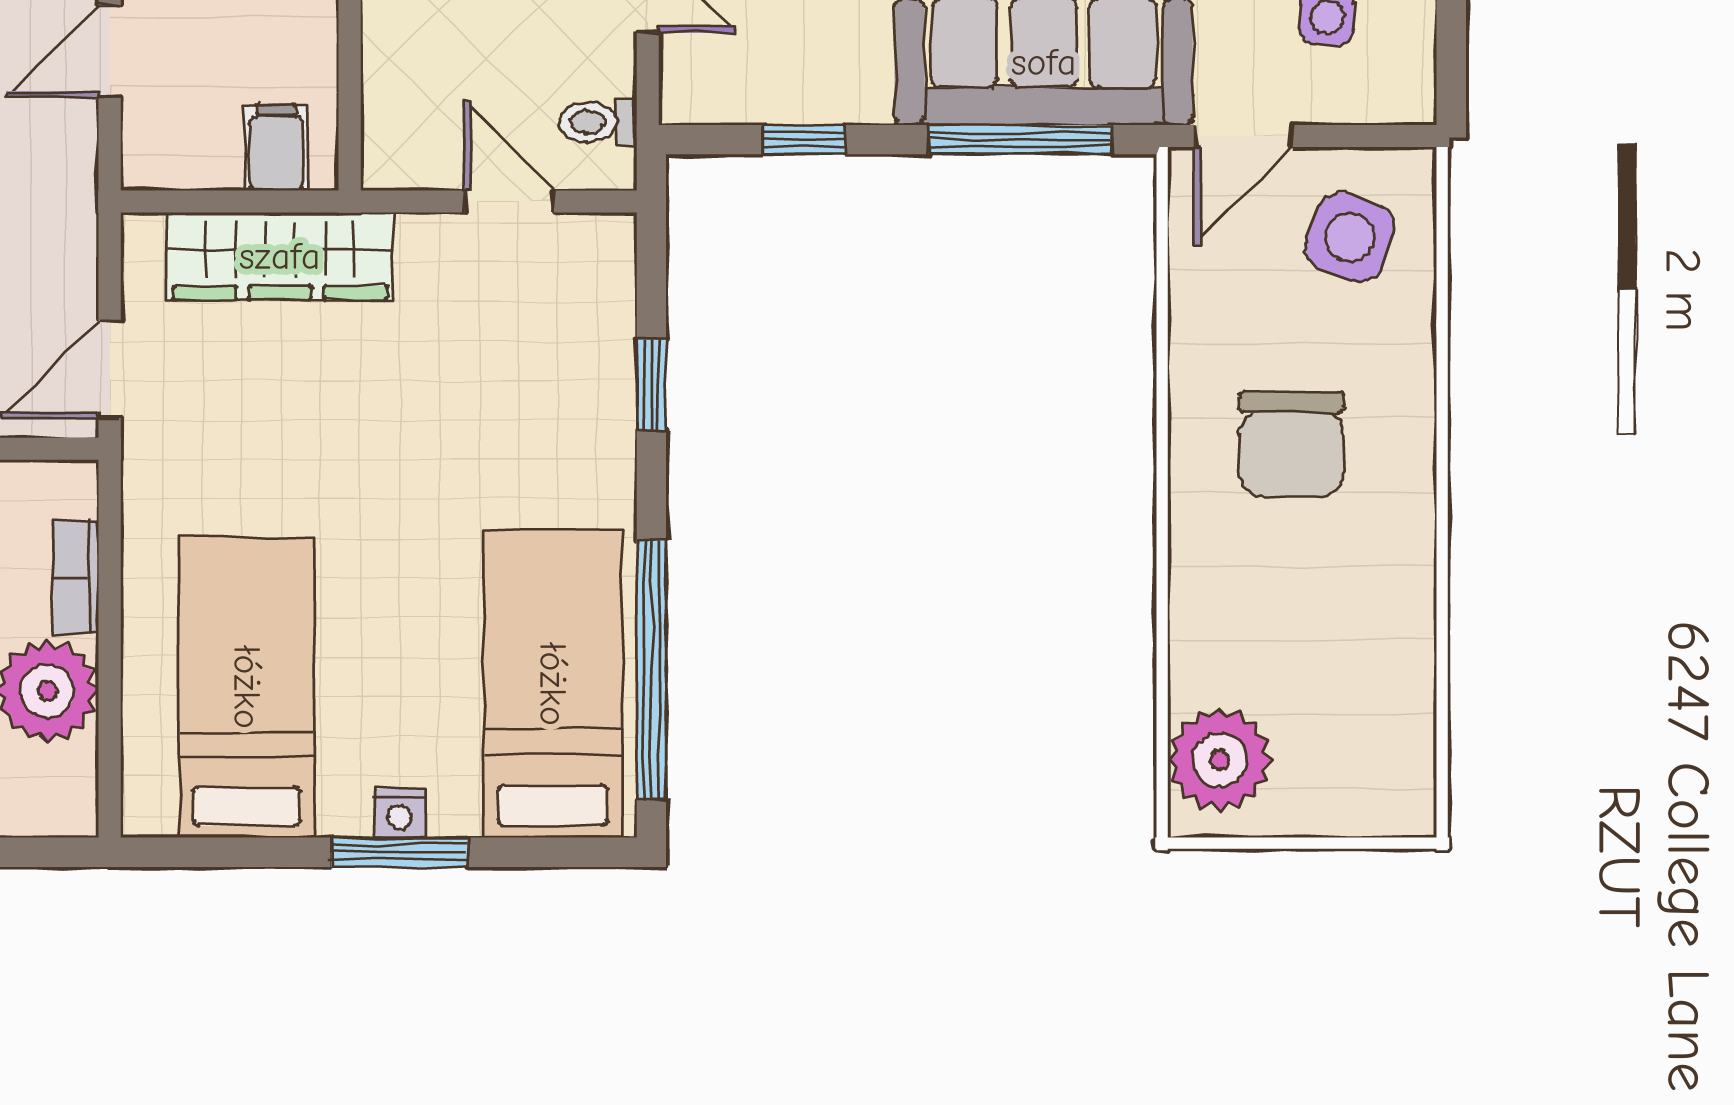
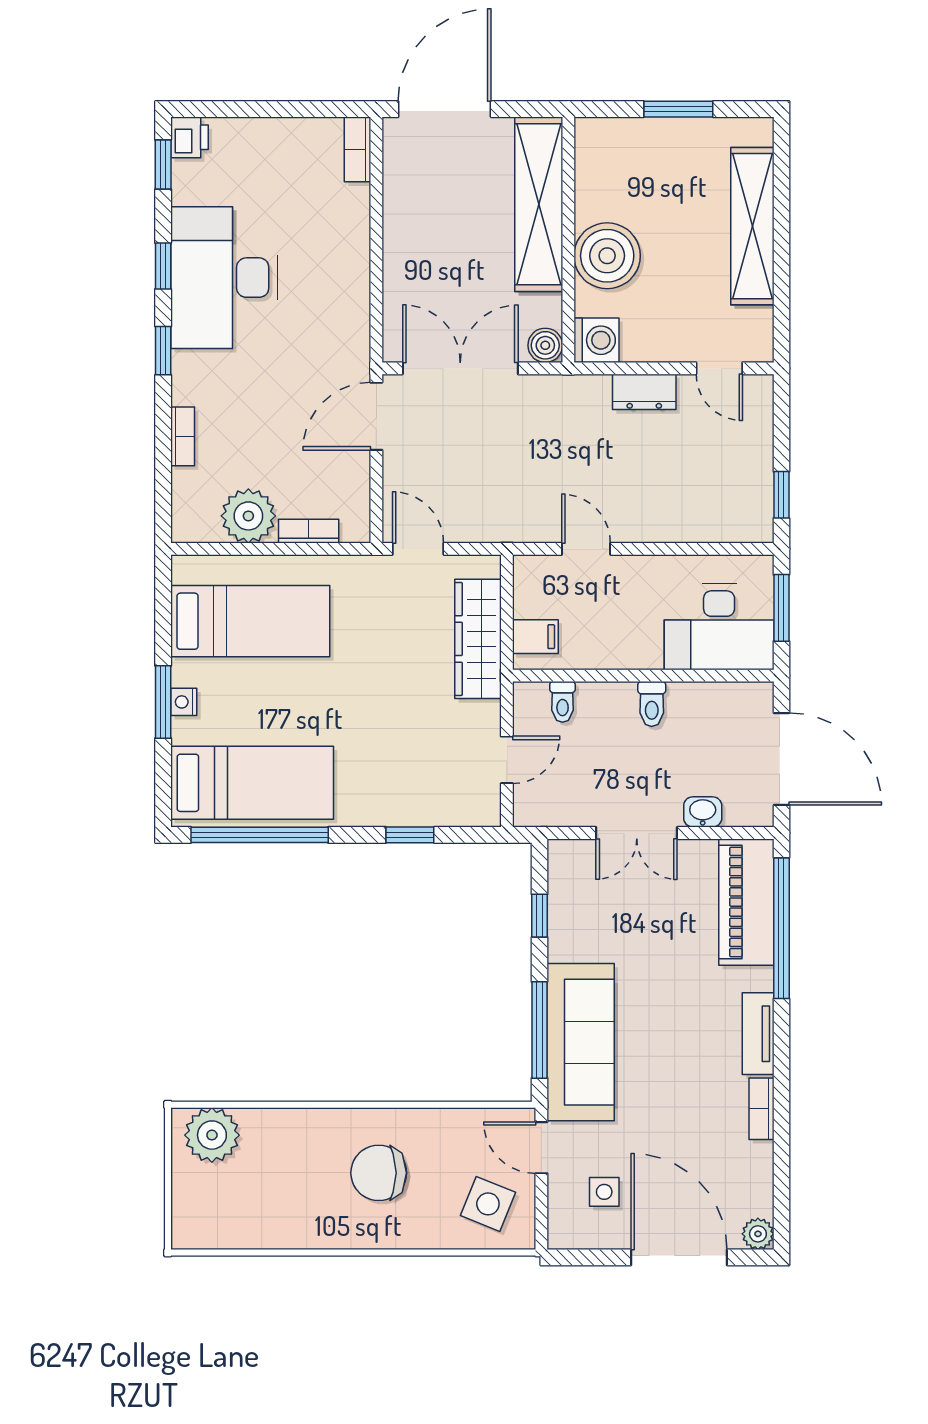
toilet: (598, 122) -> (563, 702), moved, turned 180

